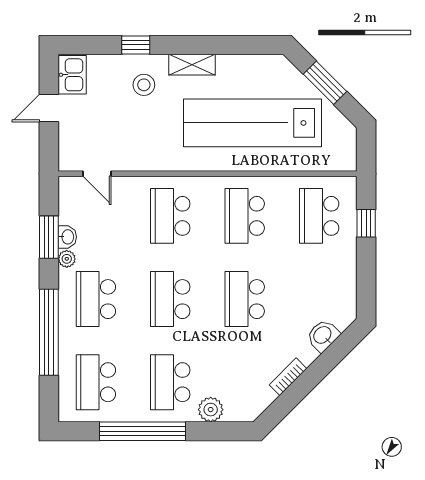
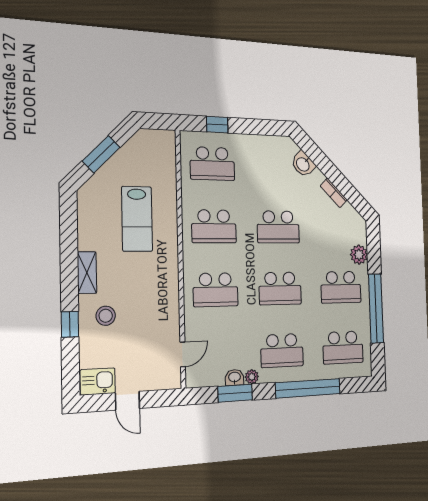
lab bench: (252, 123) -> (137, 219), width x0.54, depth x0.72

